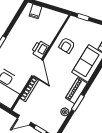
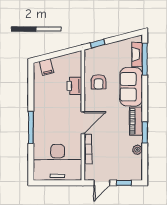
printer: (40, 49) -> (74, 86), moved
door: (37, 68) -> (83, 123), hinge flipped

